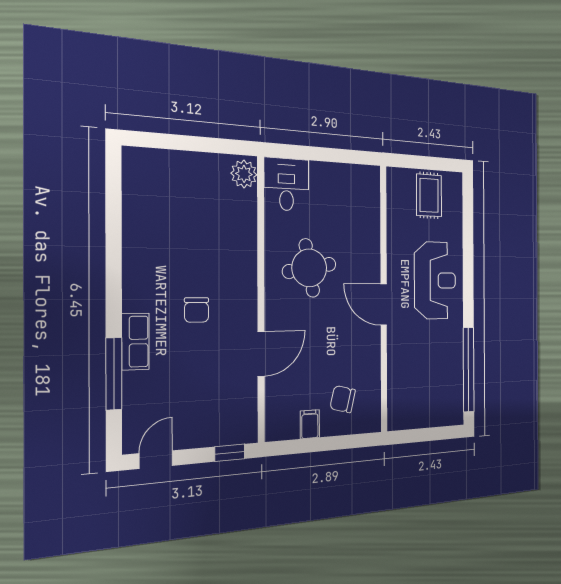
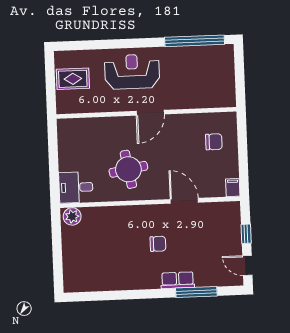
chair: (343, 399) -> (214, 142), turned -104
filing cabinet: (310, 424) -> (233, 187), moved, turned 90
window: (230, 453) -> (246, 234), moved

